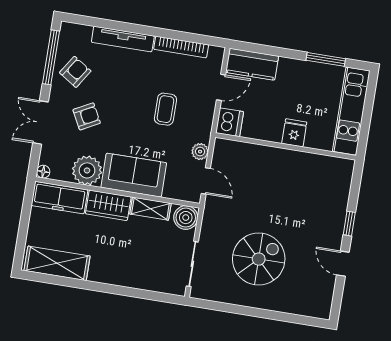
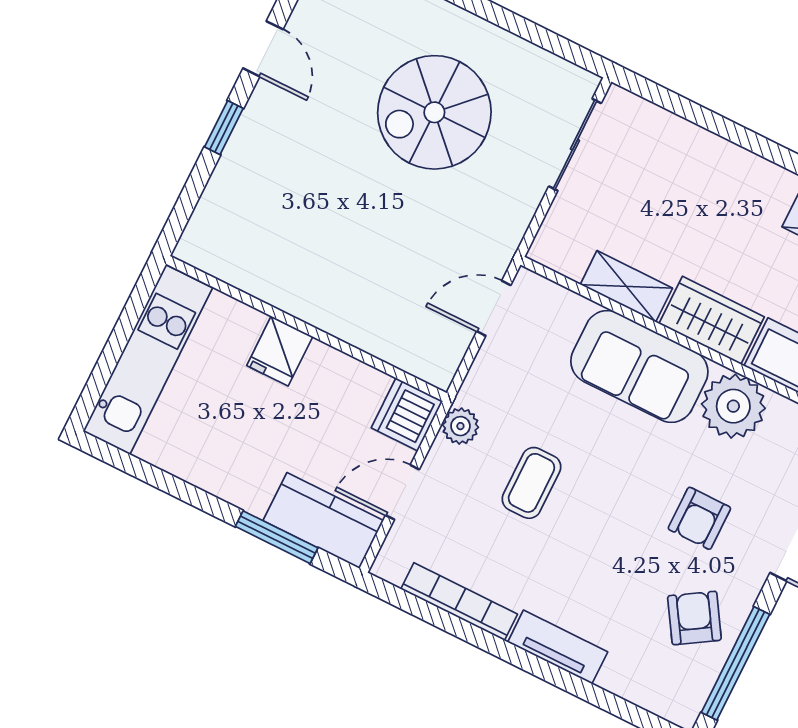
tv unit: (123, 39) -> (558, 647), width x0.71
window: (326, 59) -> (277, 537), moved
armchair: (75, 72) -> (694, 618), turned 115
armchair: (87, 116) -> (699, 518), turned -62
plant: (200, 152) -> (460, 426), moved
door: (206, 181) -> (494, 308), hinge flipped
boiler: (186, 218) -> (559, 245), removed

